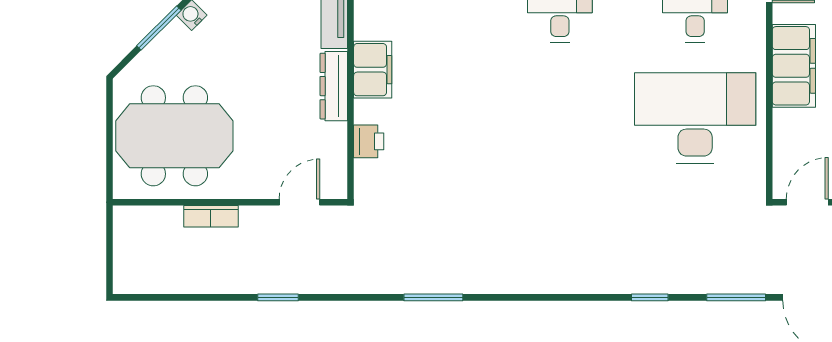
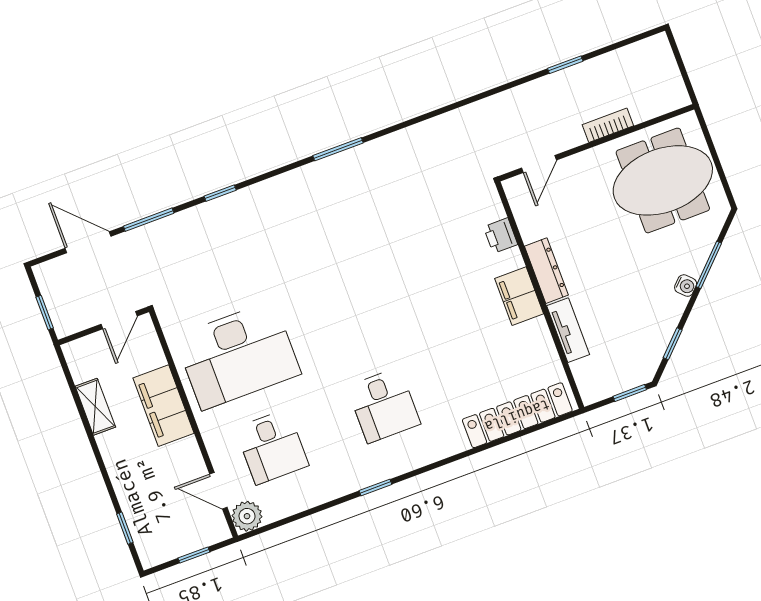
filing cabinet: (794, 66) -> (164, 406), moved
window: (278, 297) -> (565, 65), moved
window: (433, 297) -> (338, 149), moved

